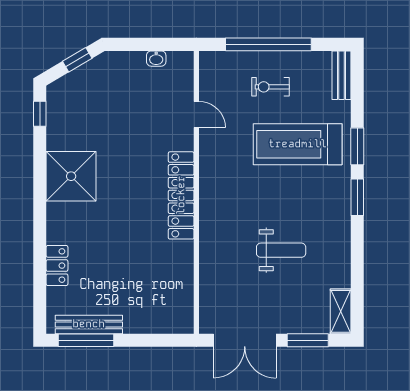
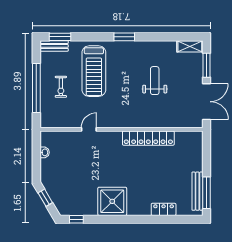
door: (196, 115) -> (89, 129), moved
window: (357, 146) -> (60, 37), moved
locker: (181, 195) -> (148, 138), moved

